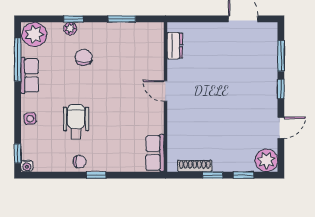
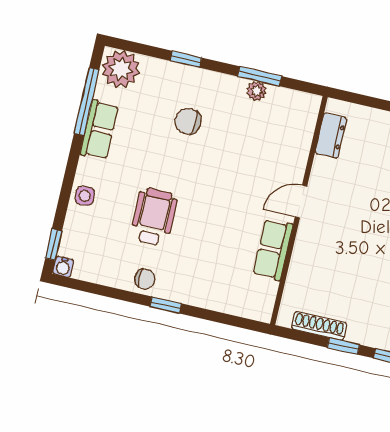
plant: (70, 29) -> (257, 91), moved
chair: (84, 57) -> (188, 121), turned -86
door: (166, 91) -> (301, 201), hinge flipped
row of seats: (155, 153) -> (273, 250), moved

